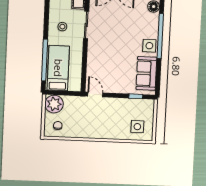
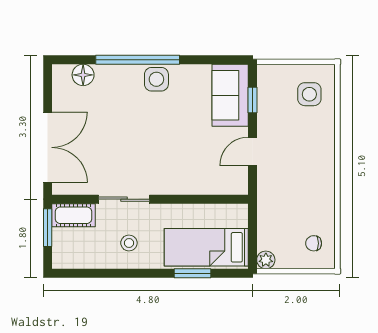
window: (45, 60) -> (192, 273), width x0.47
sofa: (146, 73) -> (230, 95), moved, turned 90
door: (95, 94) -> (252, 151), moved
plant: (54, 104) -> (266, 260), width x0.53, depth x0.53

